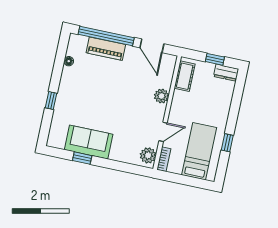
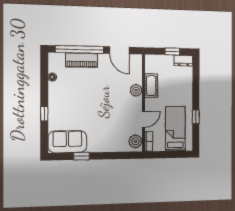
cot: (185, 76) -> (151, 86), moved
sofa: (89, 142) -> (67, 142), moved

